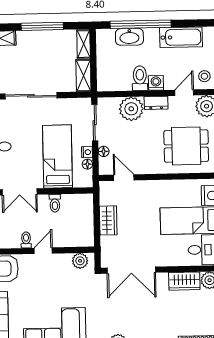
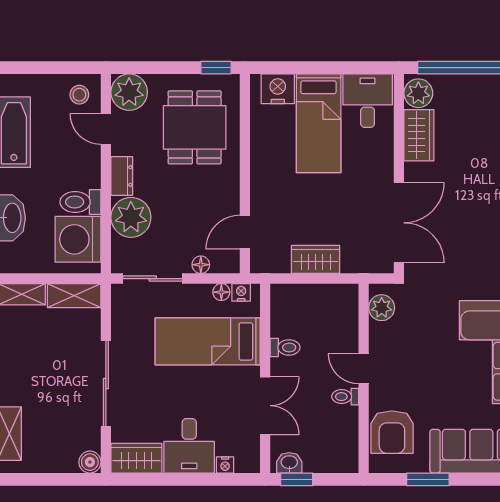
washing machine: (156, 83) -> (78, 239), moved, width x1.89, depth x1.89
nightstand: (87, 152) -> (241, 292), moved

